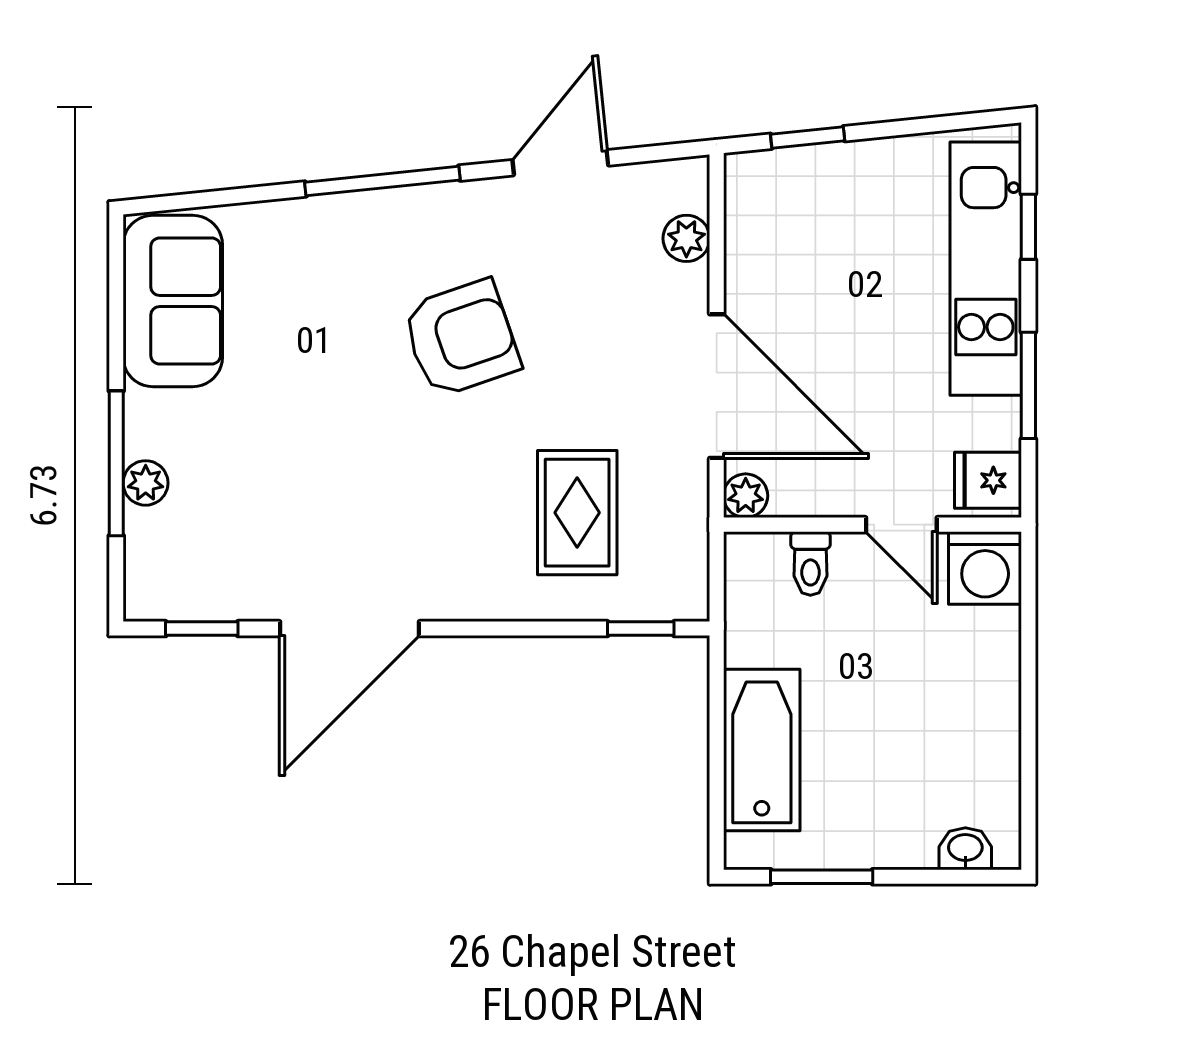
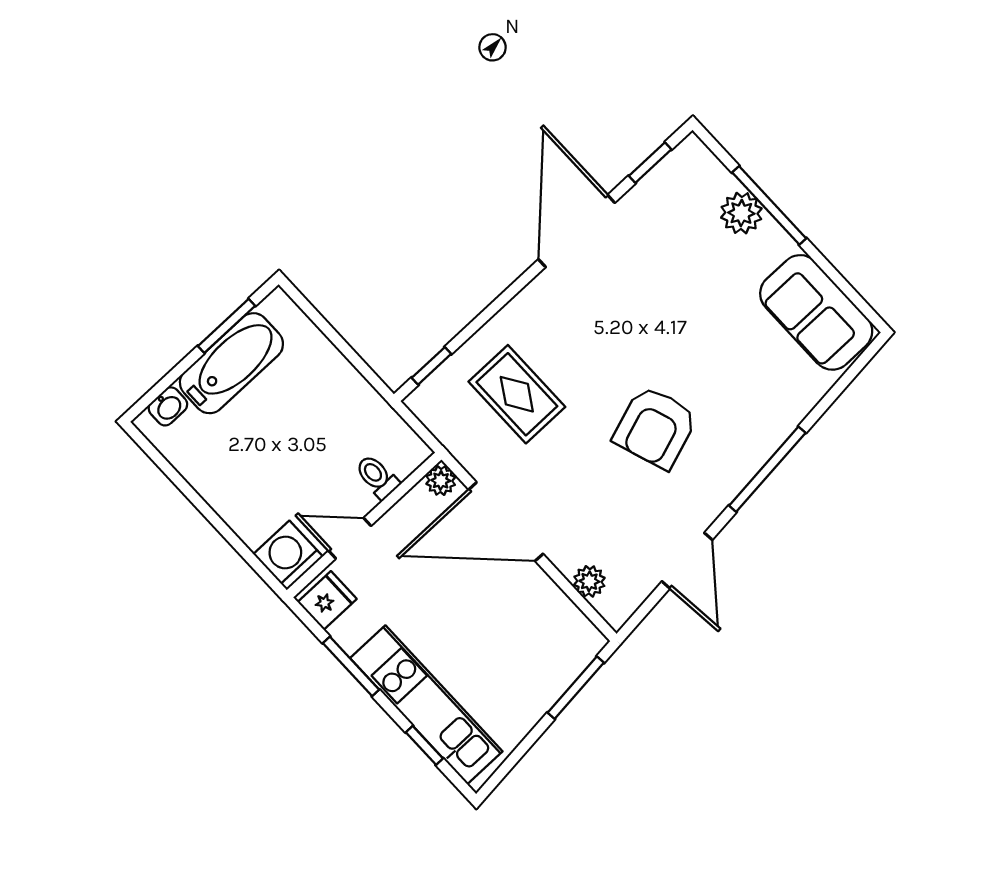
window: (808, 137) -> (576, 688), width x1.50
plant: (146, 483) -> (741, 213), width x1.38, depth x1.38
bathtub: (762, 750) -> (231, 363), moved, turned -90

